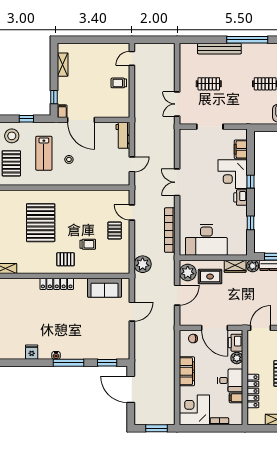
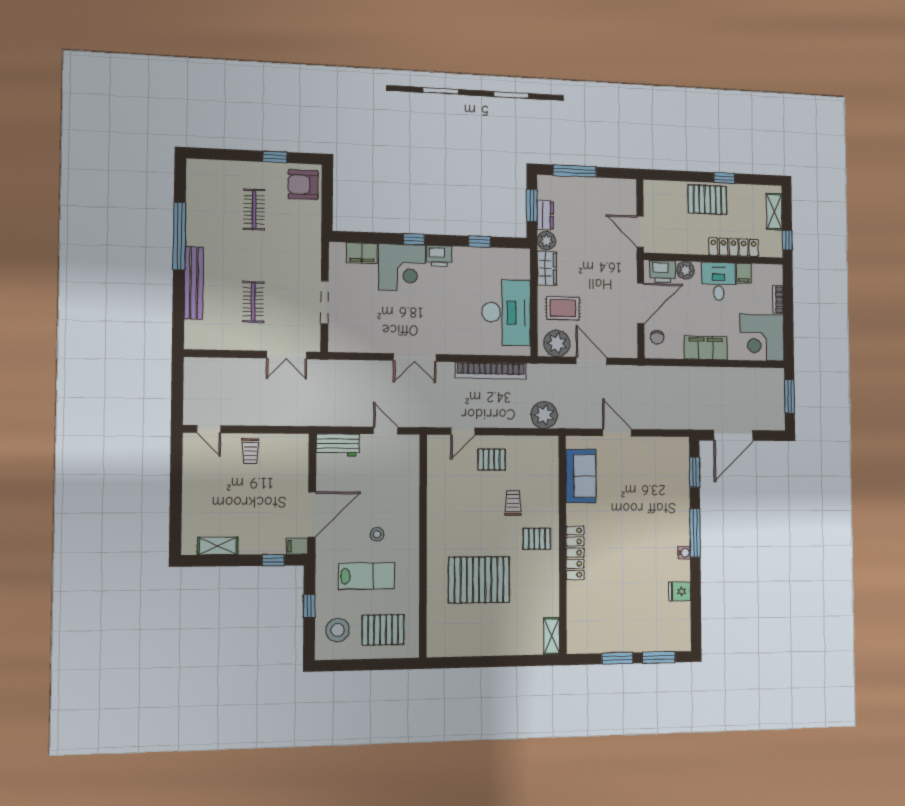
pallet: (65, 259) -> (537, 539), turned 90
rug: (210, 277) -> (563, 308), turned 90
window: (259, 428) -> (787, 240), added

